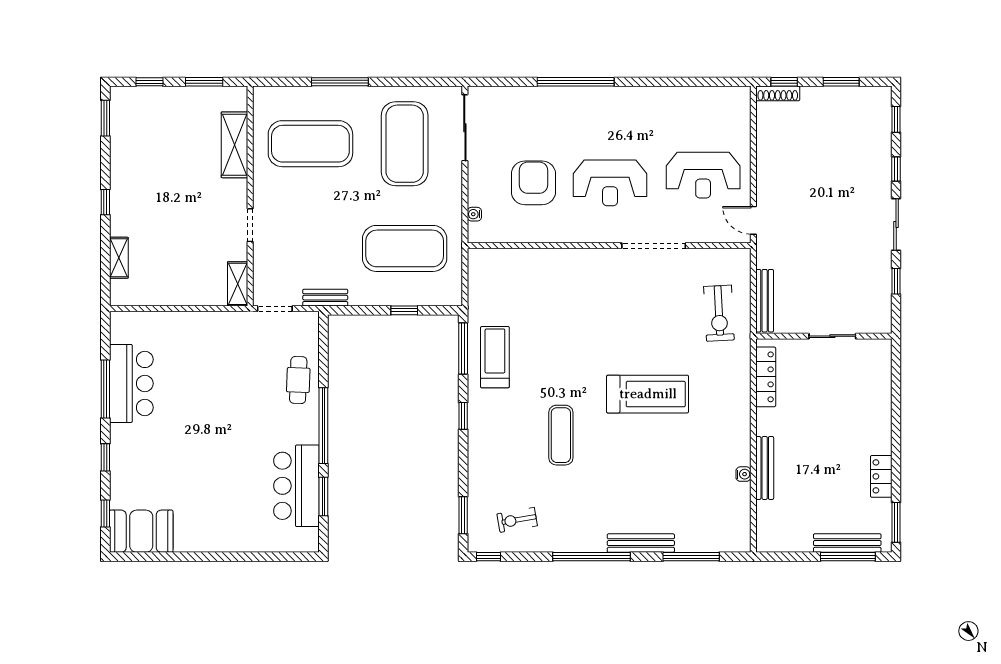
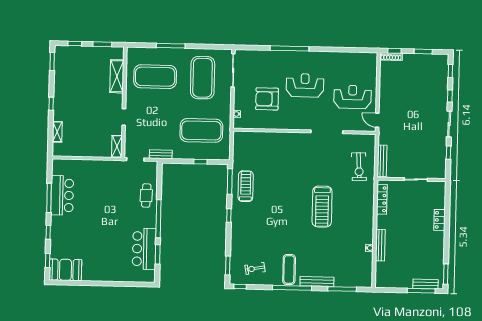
reception desk: (703, 175) -> (353, 97), turned 180
armchair: (533, 183) -> (267, 99), turned -90
reception desk: (610, 183) -> (305, 85), moved, turned 180
treadmill: (648, 394) -> (322, 207), turned 90
exercise mat: (561, 435) -> (289, 269), moved
locker: (881, 476) -> (440, 220), moved
bench: (847, 543) -> (426, 284), width x0.73

